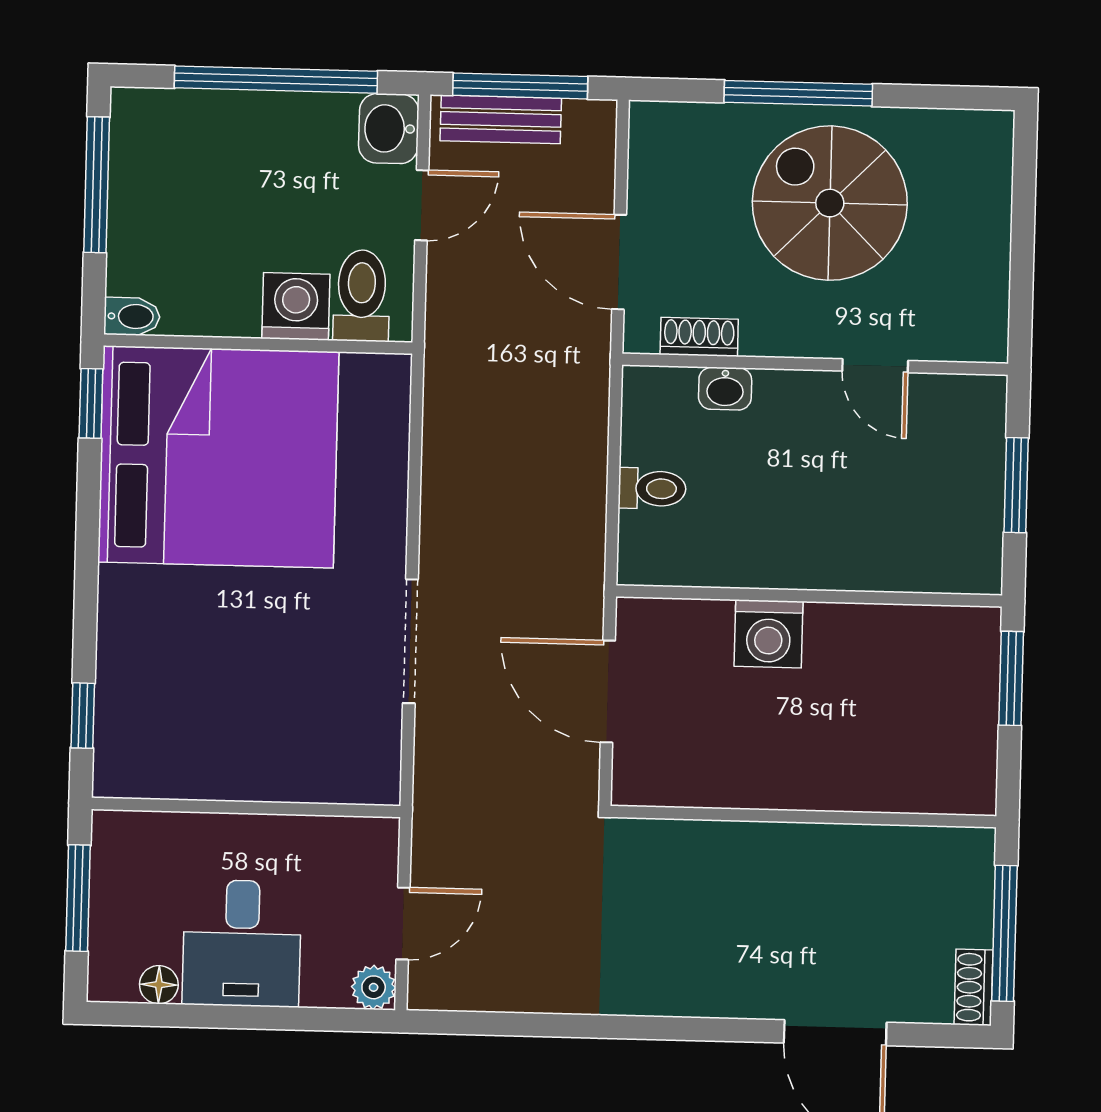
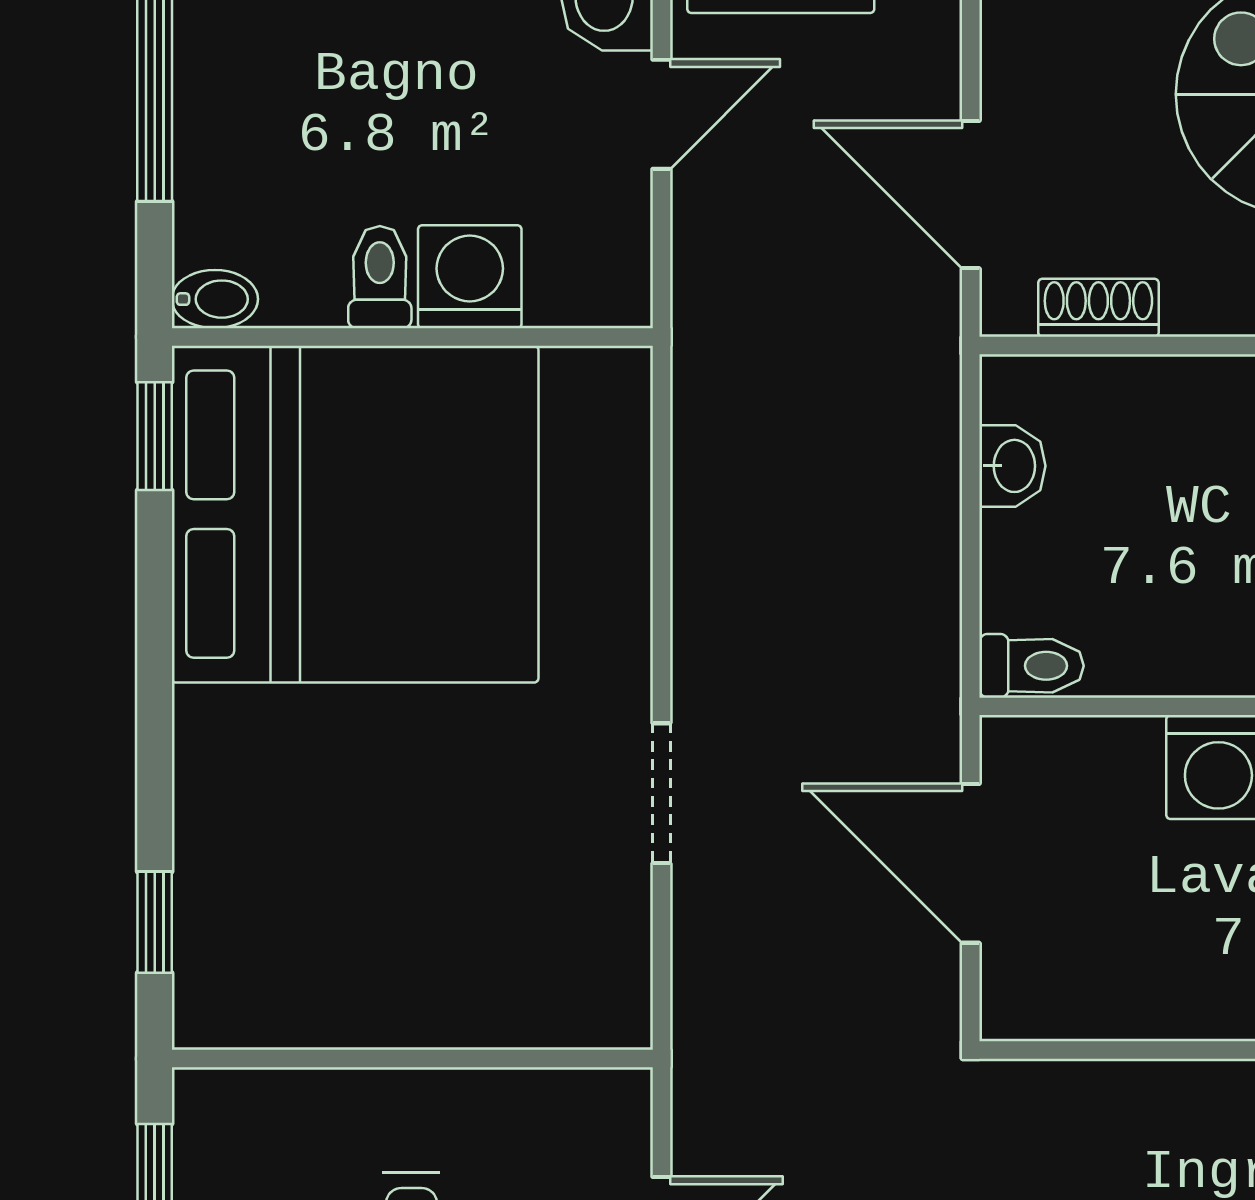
toilet: (362, 296) -> (380, 277), moved, width x0.73, depth x0.72
washbasin: (725, 389) -> (1012, 466), moved, turned -90
toilet: (652, 489) -> (1031, 666), moved
doorway: (410, 641) -> (661, 793), width x0.73

